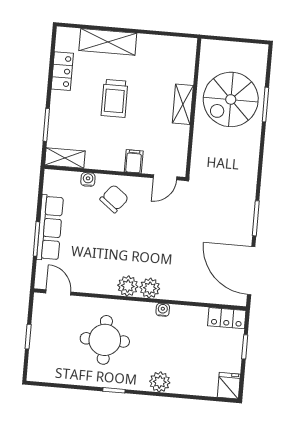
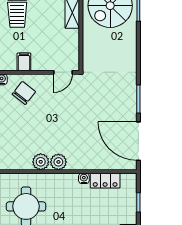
filing cabinet: (134, 161) -> (24, 62), moved
water cooler: (163, 310) -> (84, 178), moved
locker: (227, 318) -> (105, 181), moved

